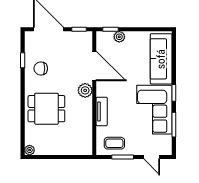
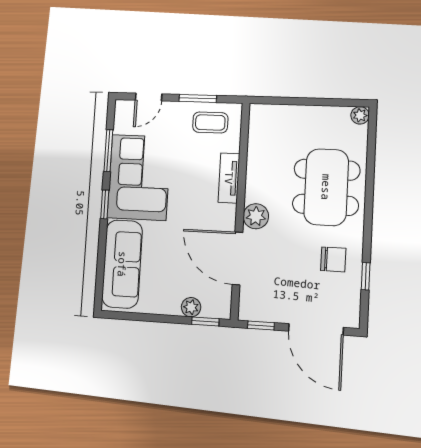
dining table: (46, 109) -> (326, 187), width x1.38
door: (152, 157) -> (149, 97), swing flipped

